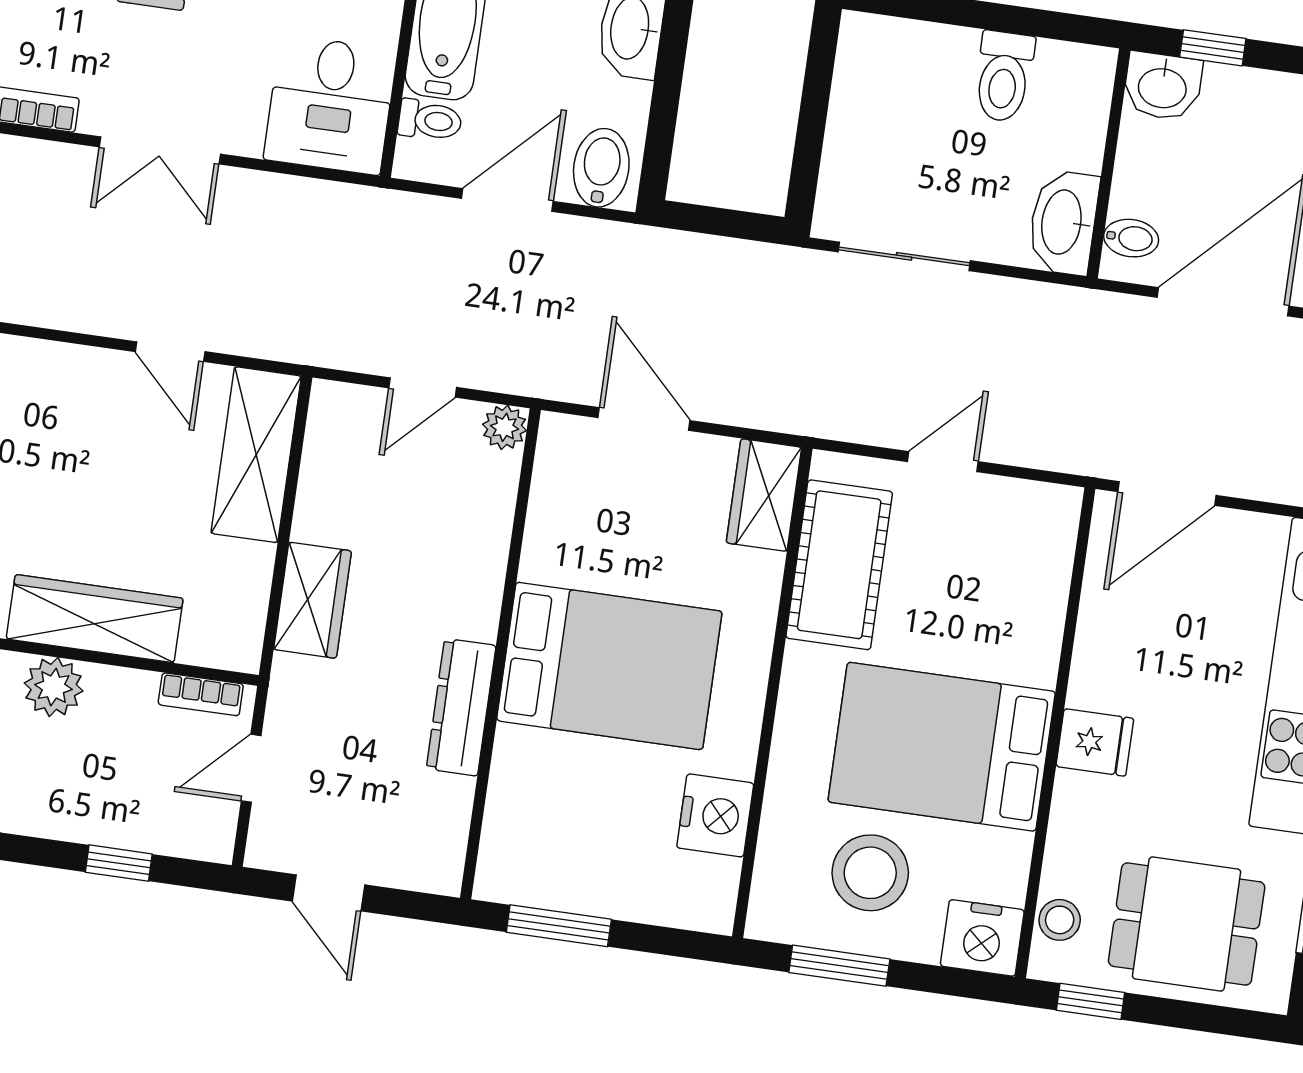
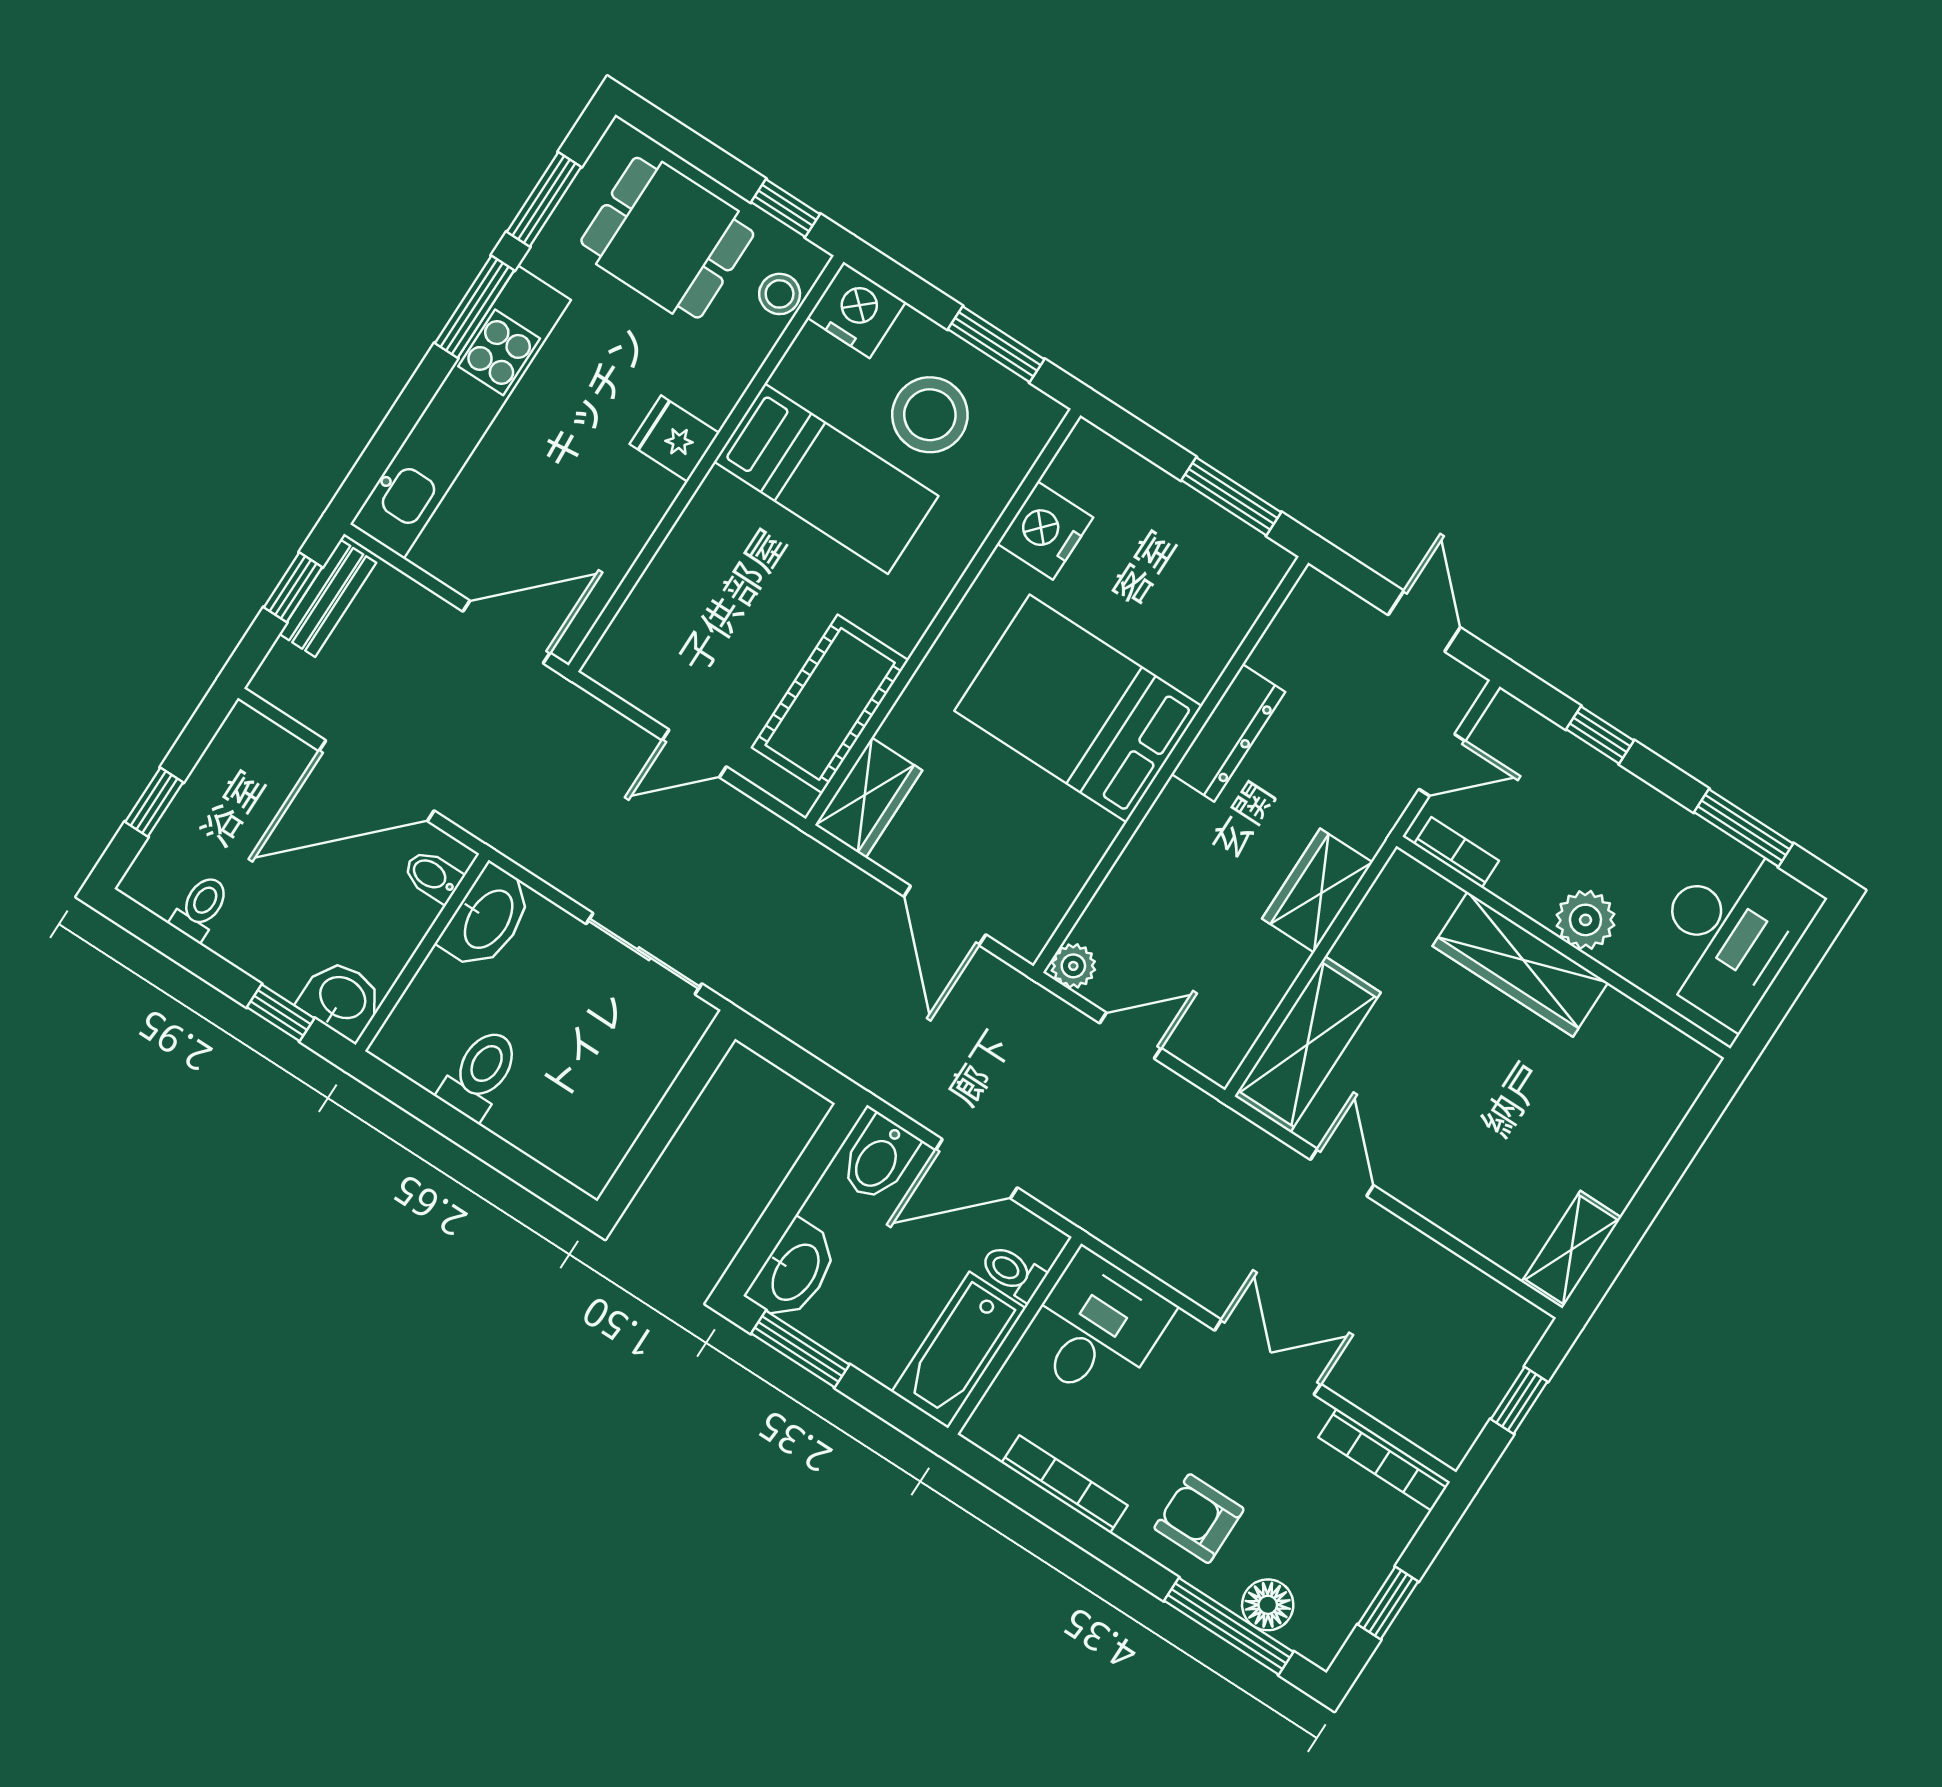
bed: (942, 747) -> (826, 479), width x0.67

